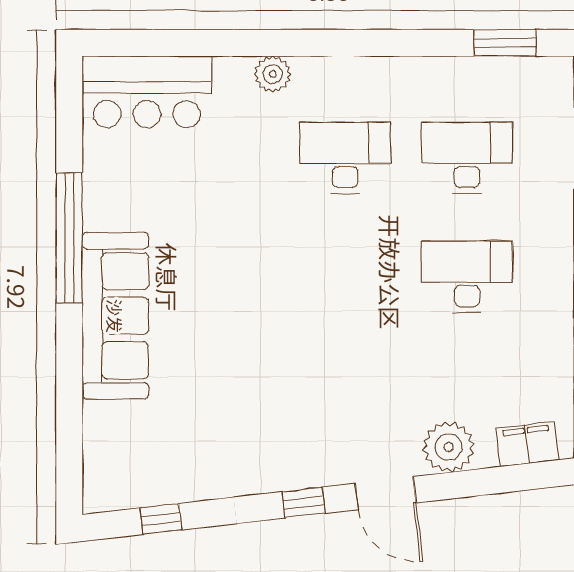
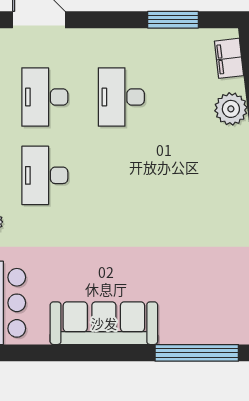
window: (69, 238) -> (197, 353), moved
sofa: (115, 316) -> (104, 323), moved

